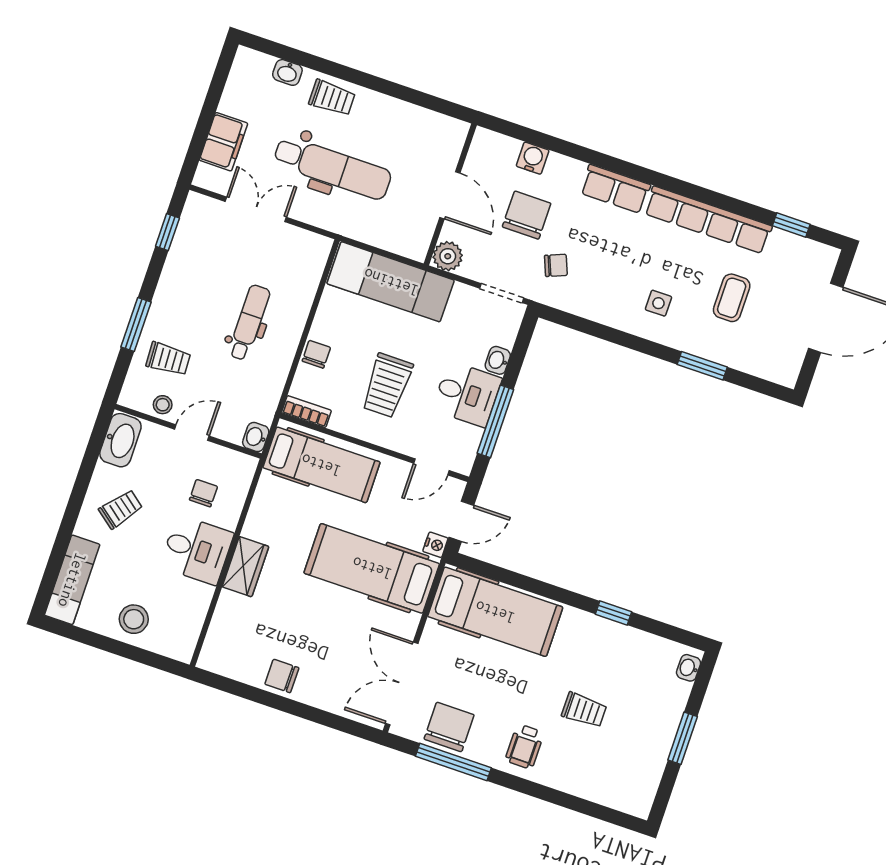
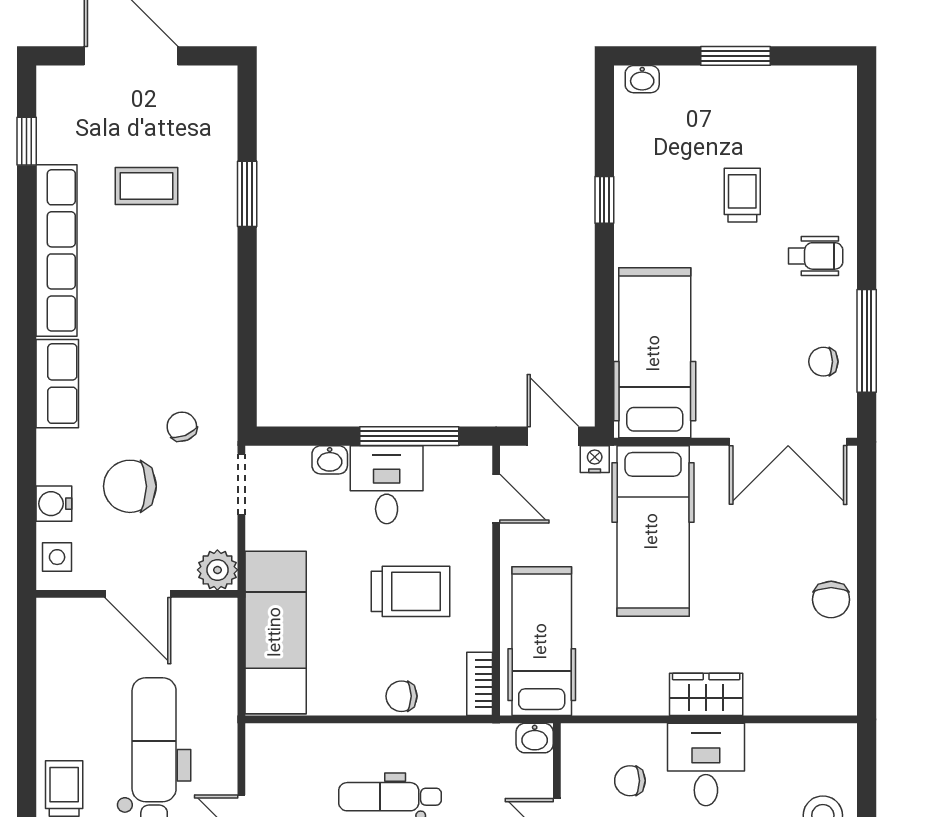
door: (450, 195) -> (138, 594), swing flipped
side table: (658, 303) -> (57, 557), moved
chair: (449, 727) -> (823, 362), width x0.54, depth x0.54

